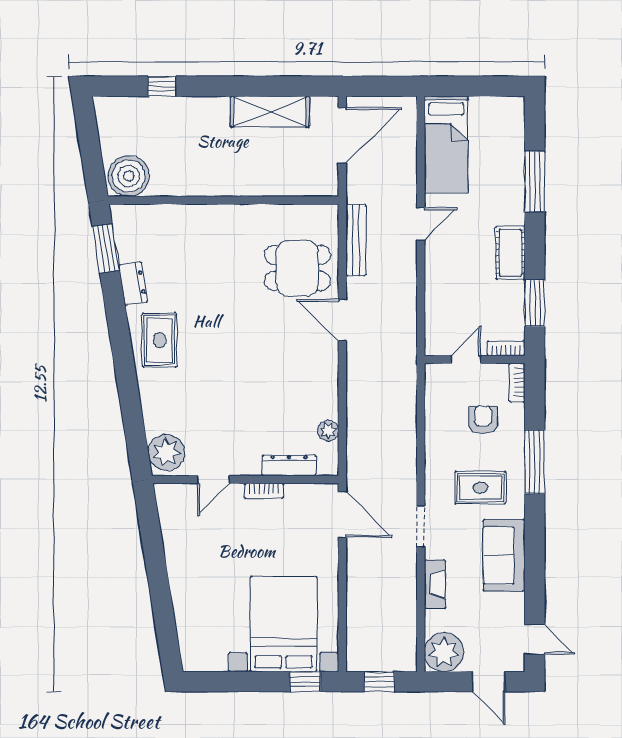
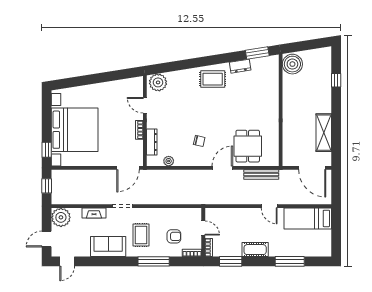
chair: (287, 368) -> (199, 141), added
bed with nightstands: (284, 624) -> (75, 130), width x1.36

